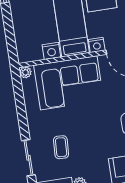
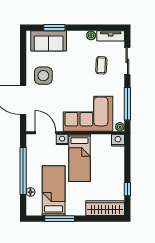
nightstand: (51, 51) -> (118, 140), moved
window: (20, 103) -> (127, 104), added

